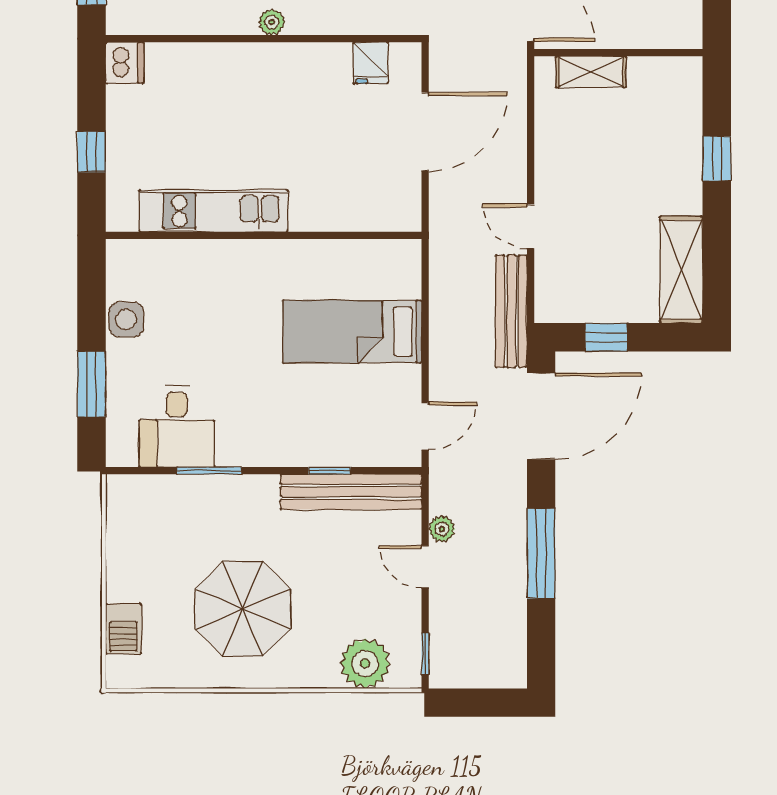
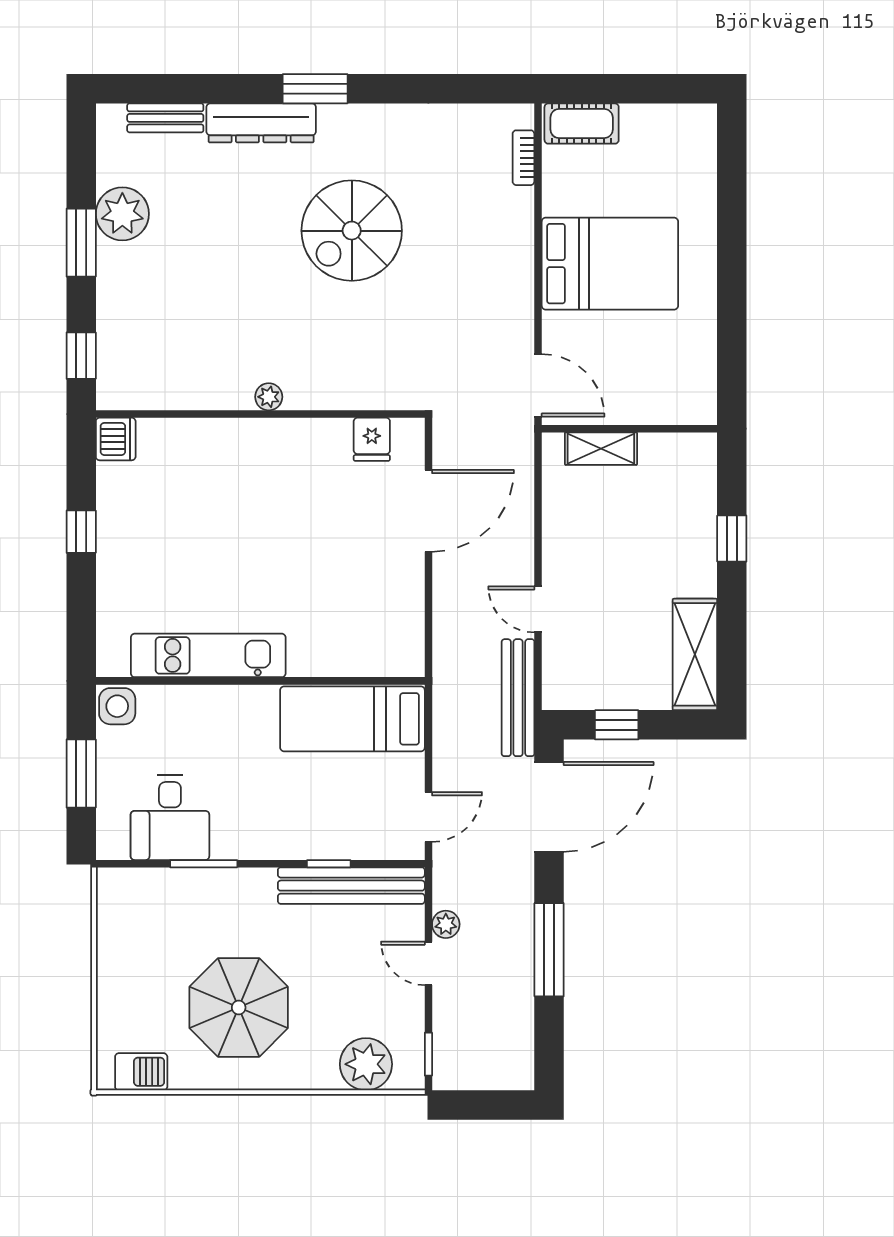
kitchen unit: (214, 211) -> (208, 655), moved
wall: (264, 235) -> (260, 681), moved
barbecue: (123, 629) -> (141, 1072), moved, turned -90

